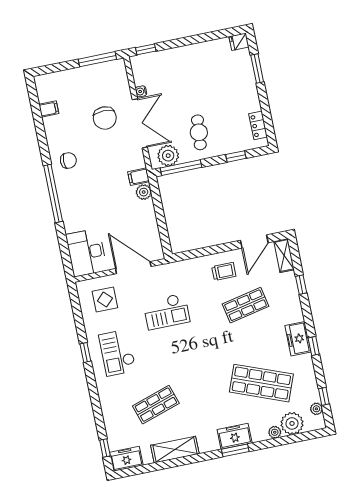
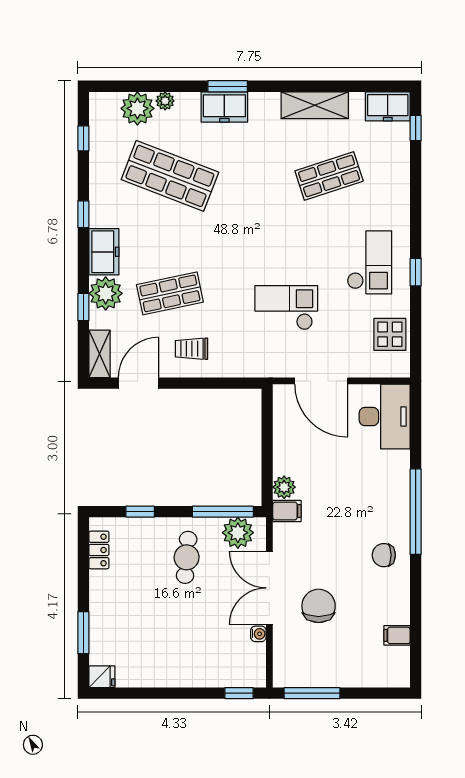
display table: (105, 300) -> (390, 334), moved
freezer: (298, 339) -> (104, 252), moved
plant: (316, 409) -> (106, 293), moved, width x1.88, depth x1.88

